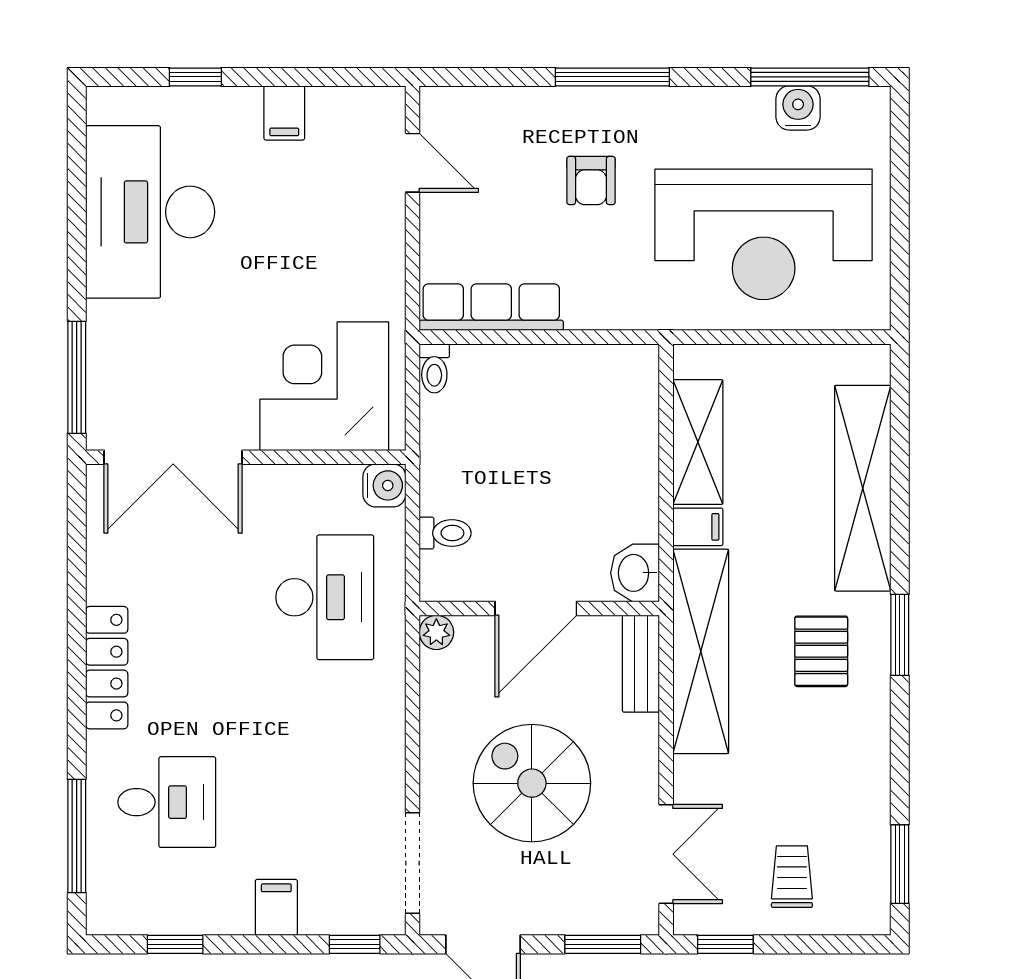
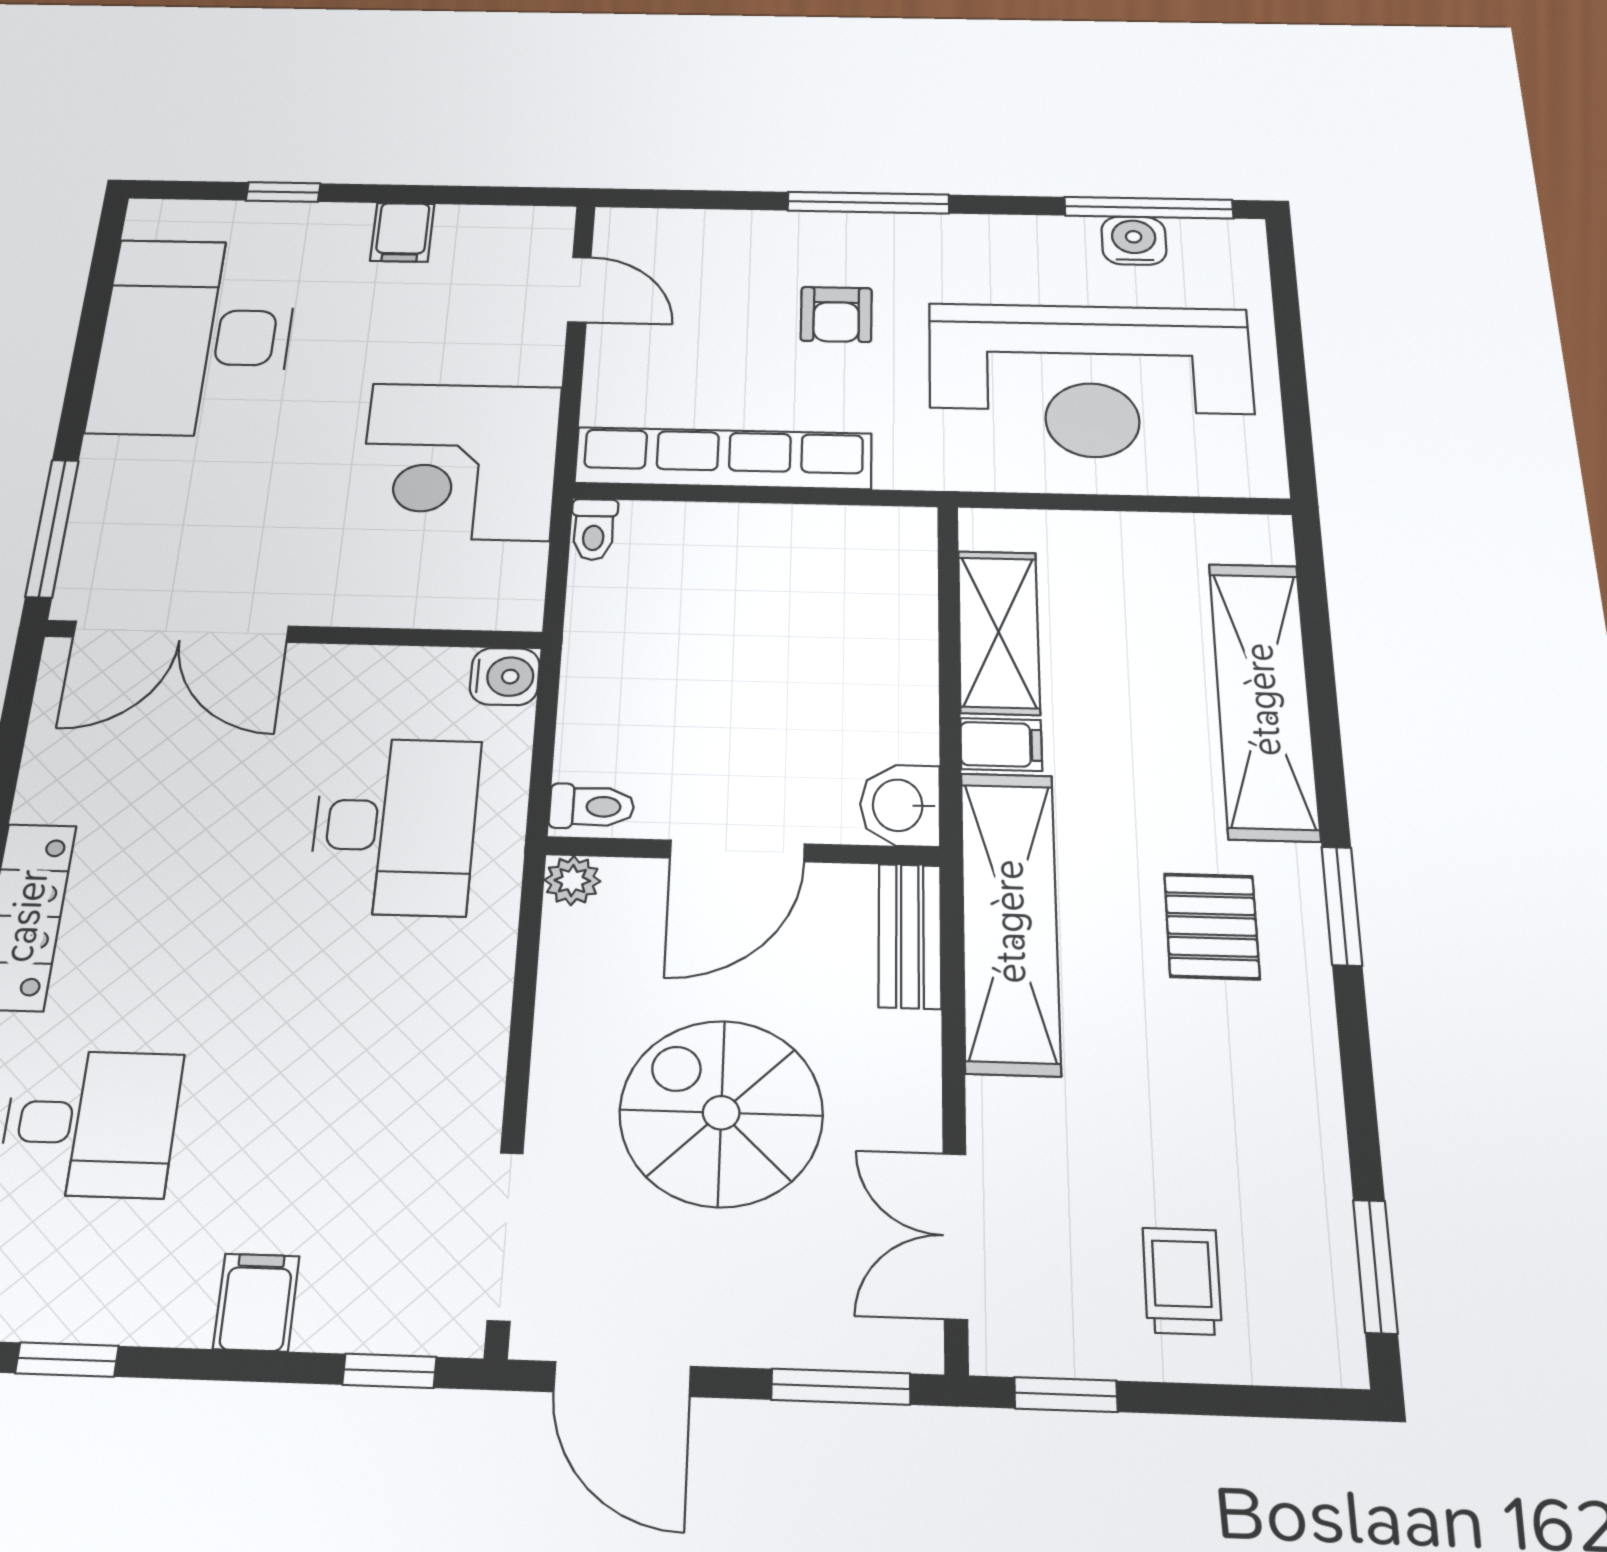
row of seats: (491, 307) -> (724, 458), width x1.36
corner desk: (324, 386) -> (460, 461), moved, turned -90
toilet: (445, 533) -> (592, 806), moved
double door: (666, 854) -> (955, 1235), swing flipped

